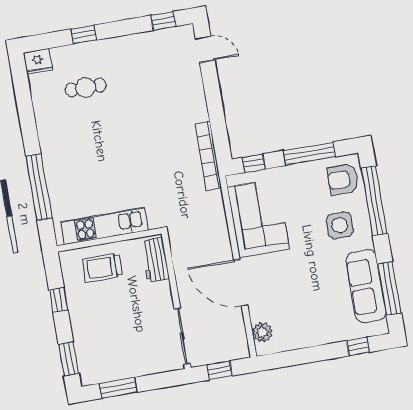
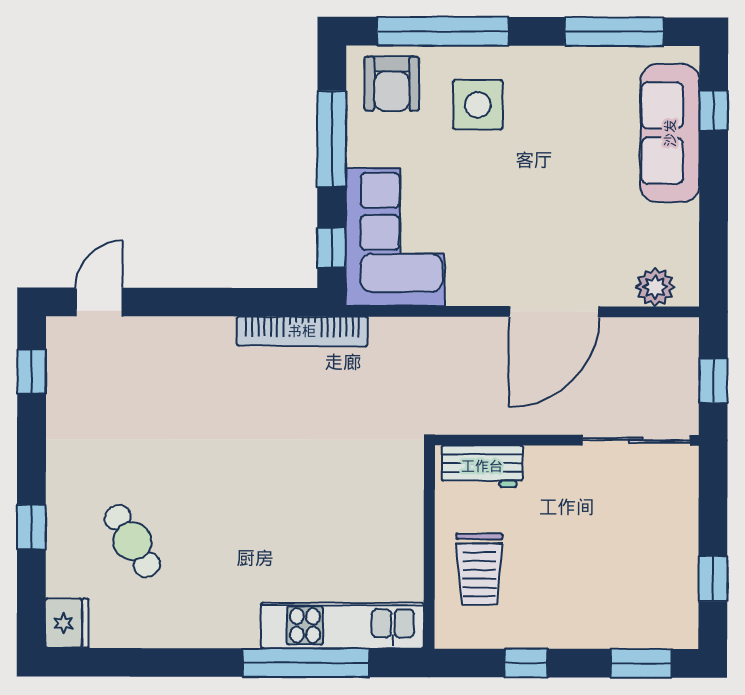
cafe table: (86, 87) -> (132, 541), turned -32
corner sofa: (258, 218) -> (395, 237), moved, turned 90
kitchen unit: (104, 226) -> (342, 626), moved, turned 90
sofa: (366, 286) -> (670, 133), moved, turned 90
window: (118, 388) -> (713, 579), width x0.67

